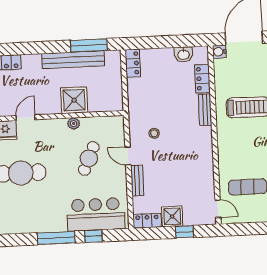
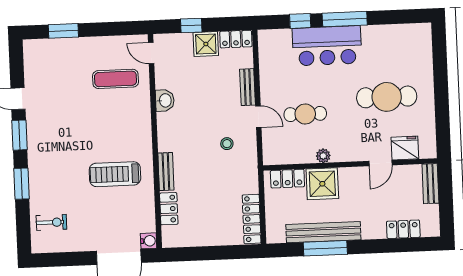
window: (89, 45) -> (325, 248), moved
washbasin: (183, 54) -> (165, 100), moved, turned 90
locker: (133, 63) -> (252, 219), width x1.53
locker: (103, 104) -> (287, 179), added
cafe table: (89, 158) -> (305, 114), turned 66
bar counter: (96, 214) -> (327, 46), moved

